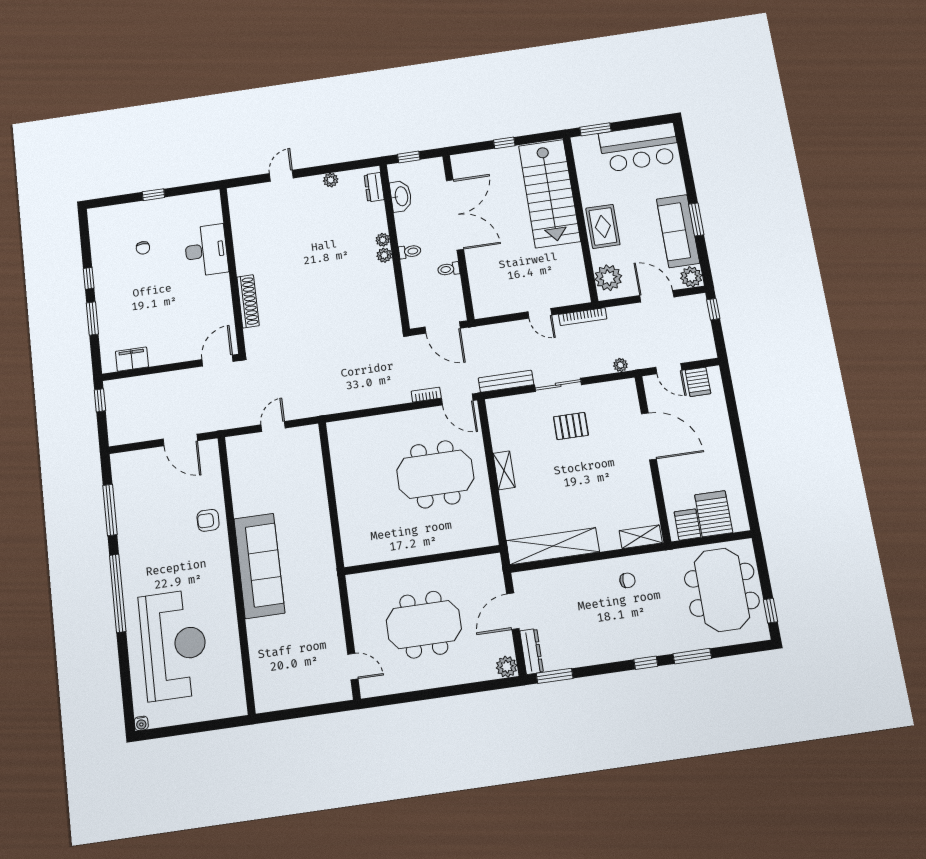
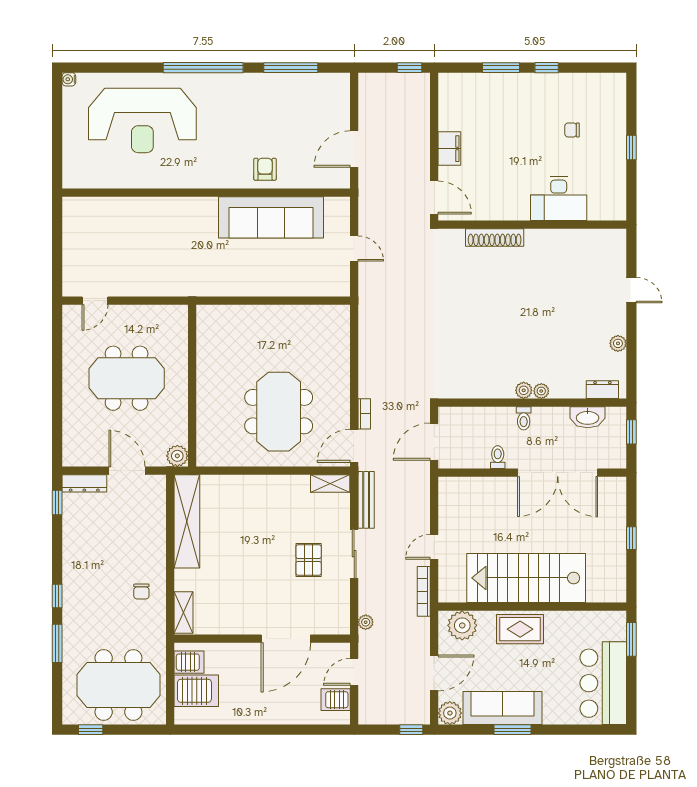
stairs: (549, 193) -> (526, 578), moved
filing cabinet: (132, 359) -> (449, 149), moved
shelving: (504, 470) -> (330, 483), moved
sofa: (259, 566) -> (271, 217), moved
meeting table: (424, 625) -> (127, 378), turned 90
plant: (507, 667) -> (177, 456), moved
window: (555, 676) -> (57, 503), width x0.67

